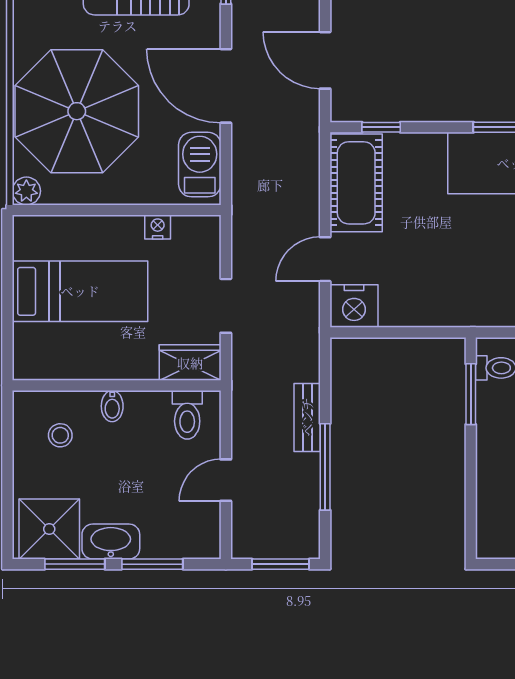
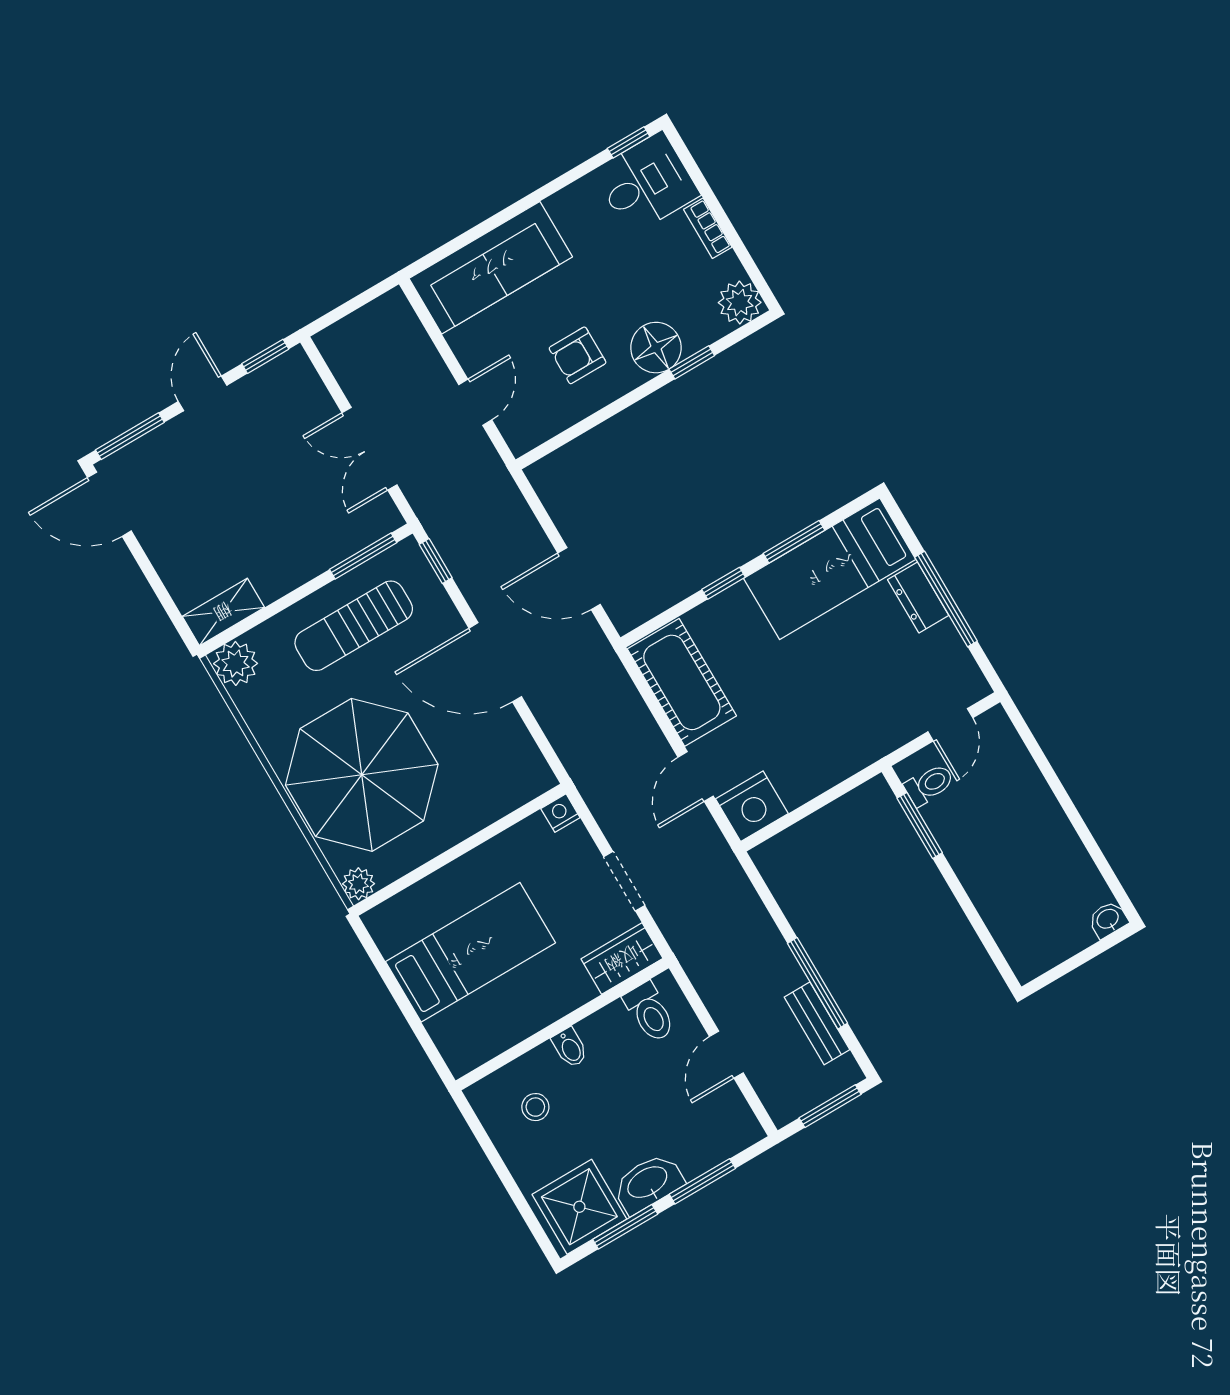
window: (381, 127) -> (724, 583), moved
barbecue: (200, 165) -> (515, 756), removed
nightstand: (158, 227) -> (560, 813), moved
bench: (307, 417) -> (817, 1023), moved

